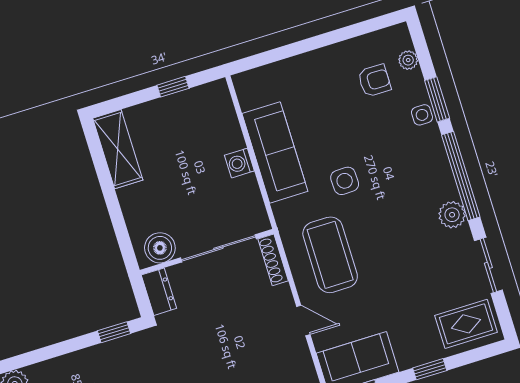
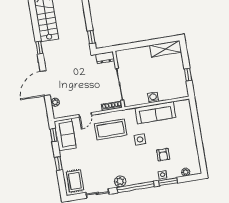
armchair: (374, 81) -> (163, 155), moved
boiler: (160, 248) -> (123, 60), removed

